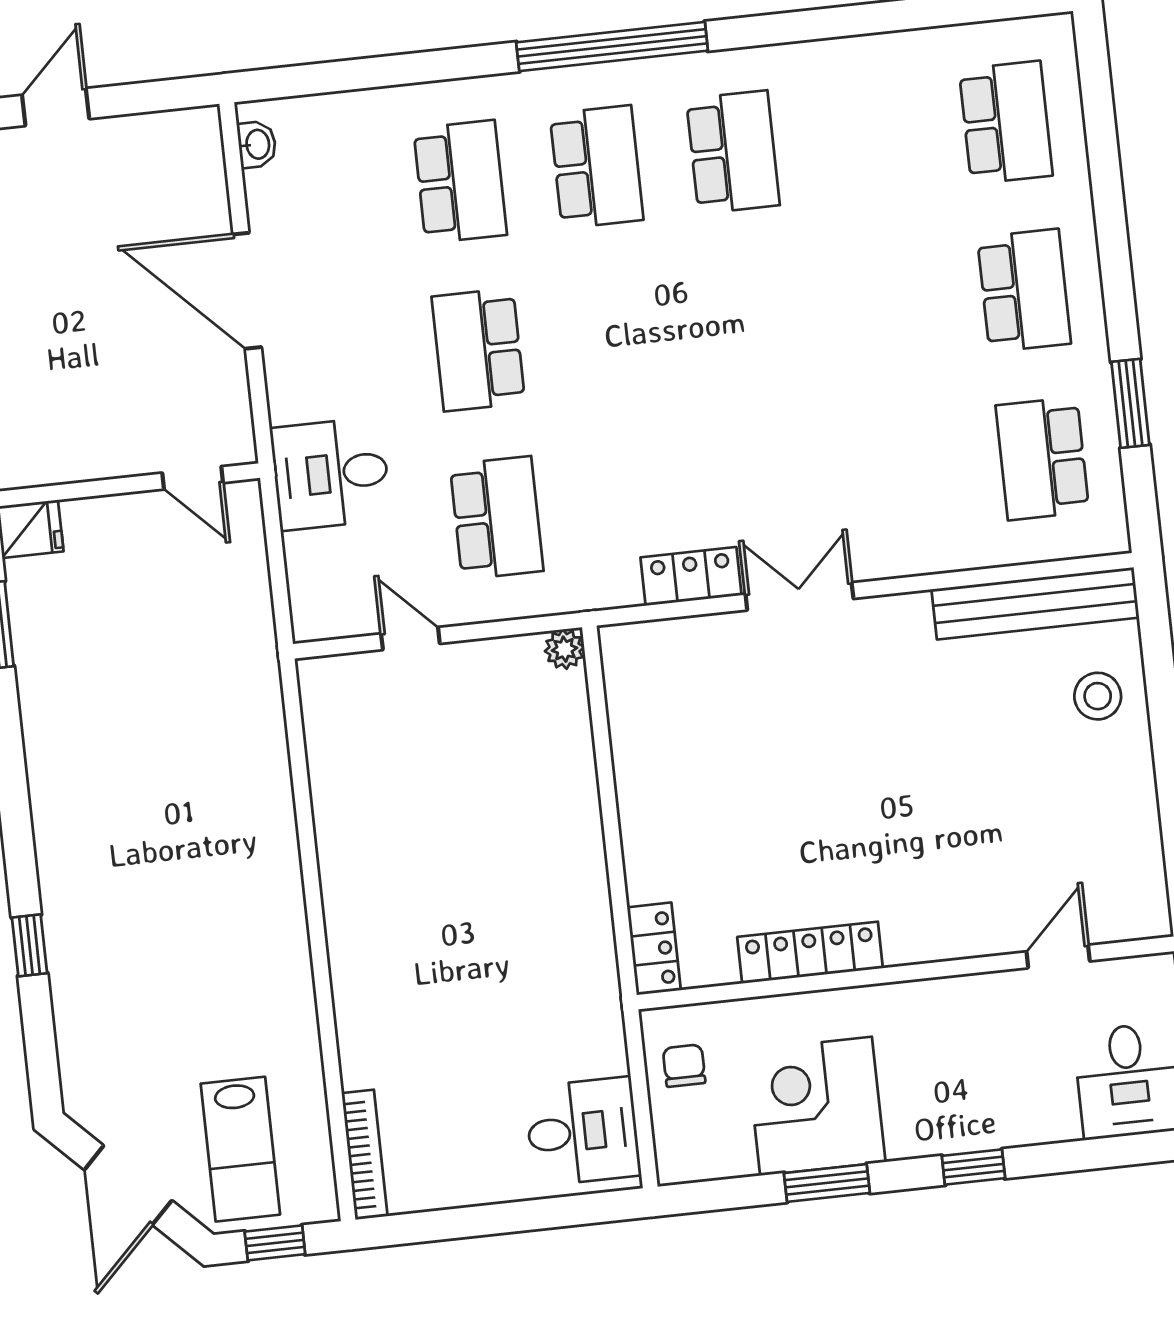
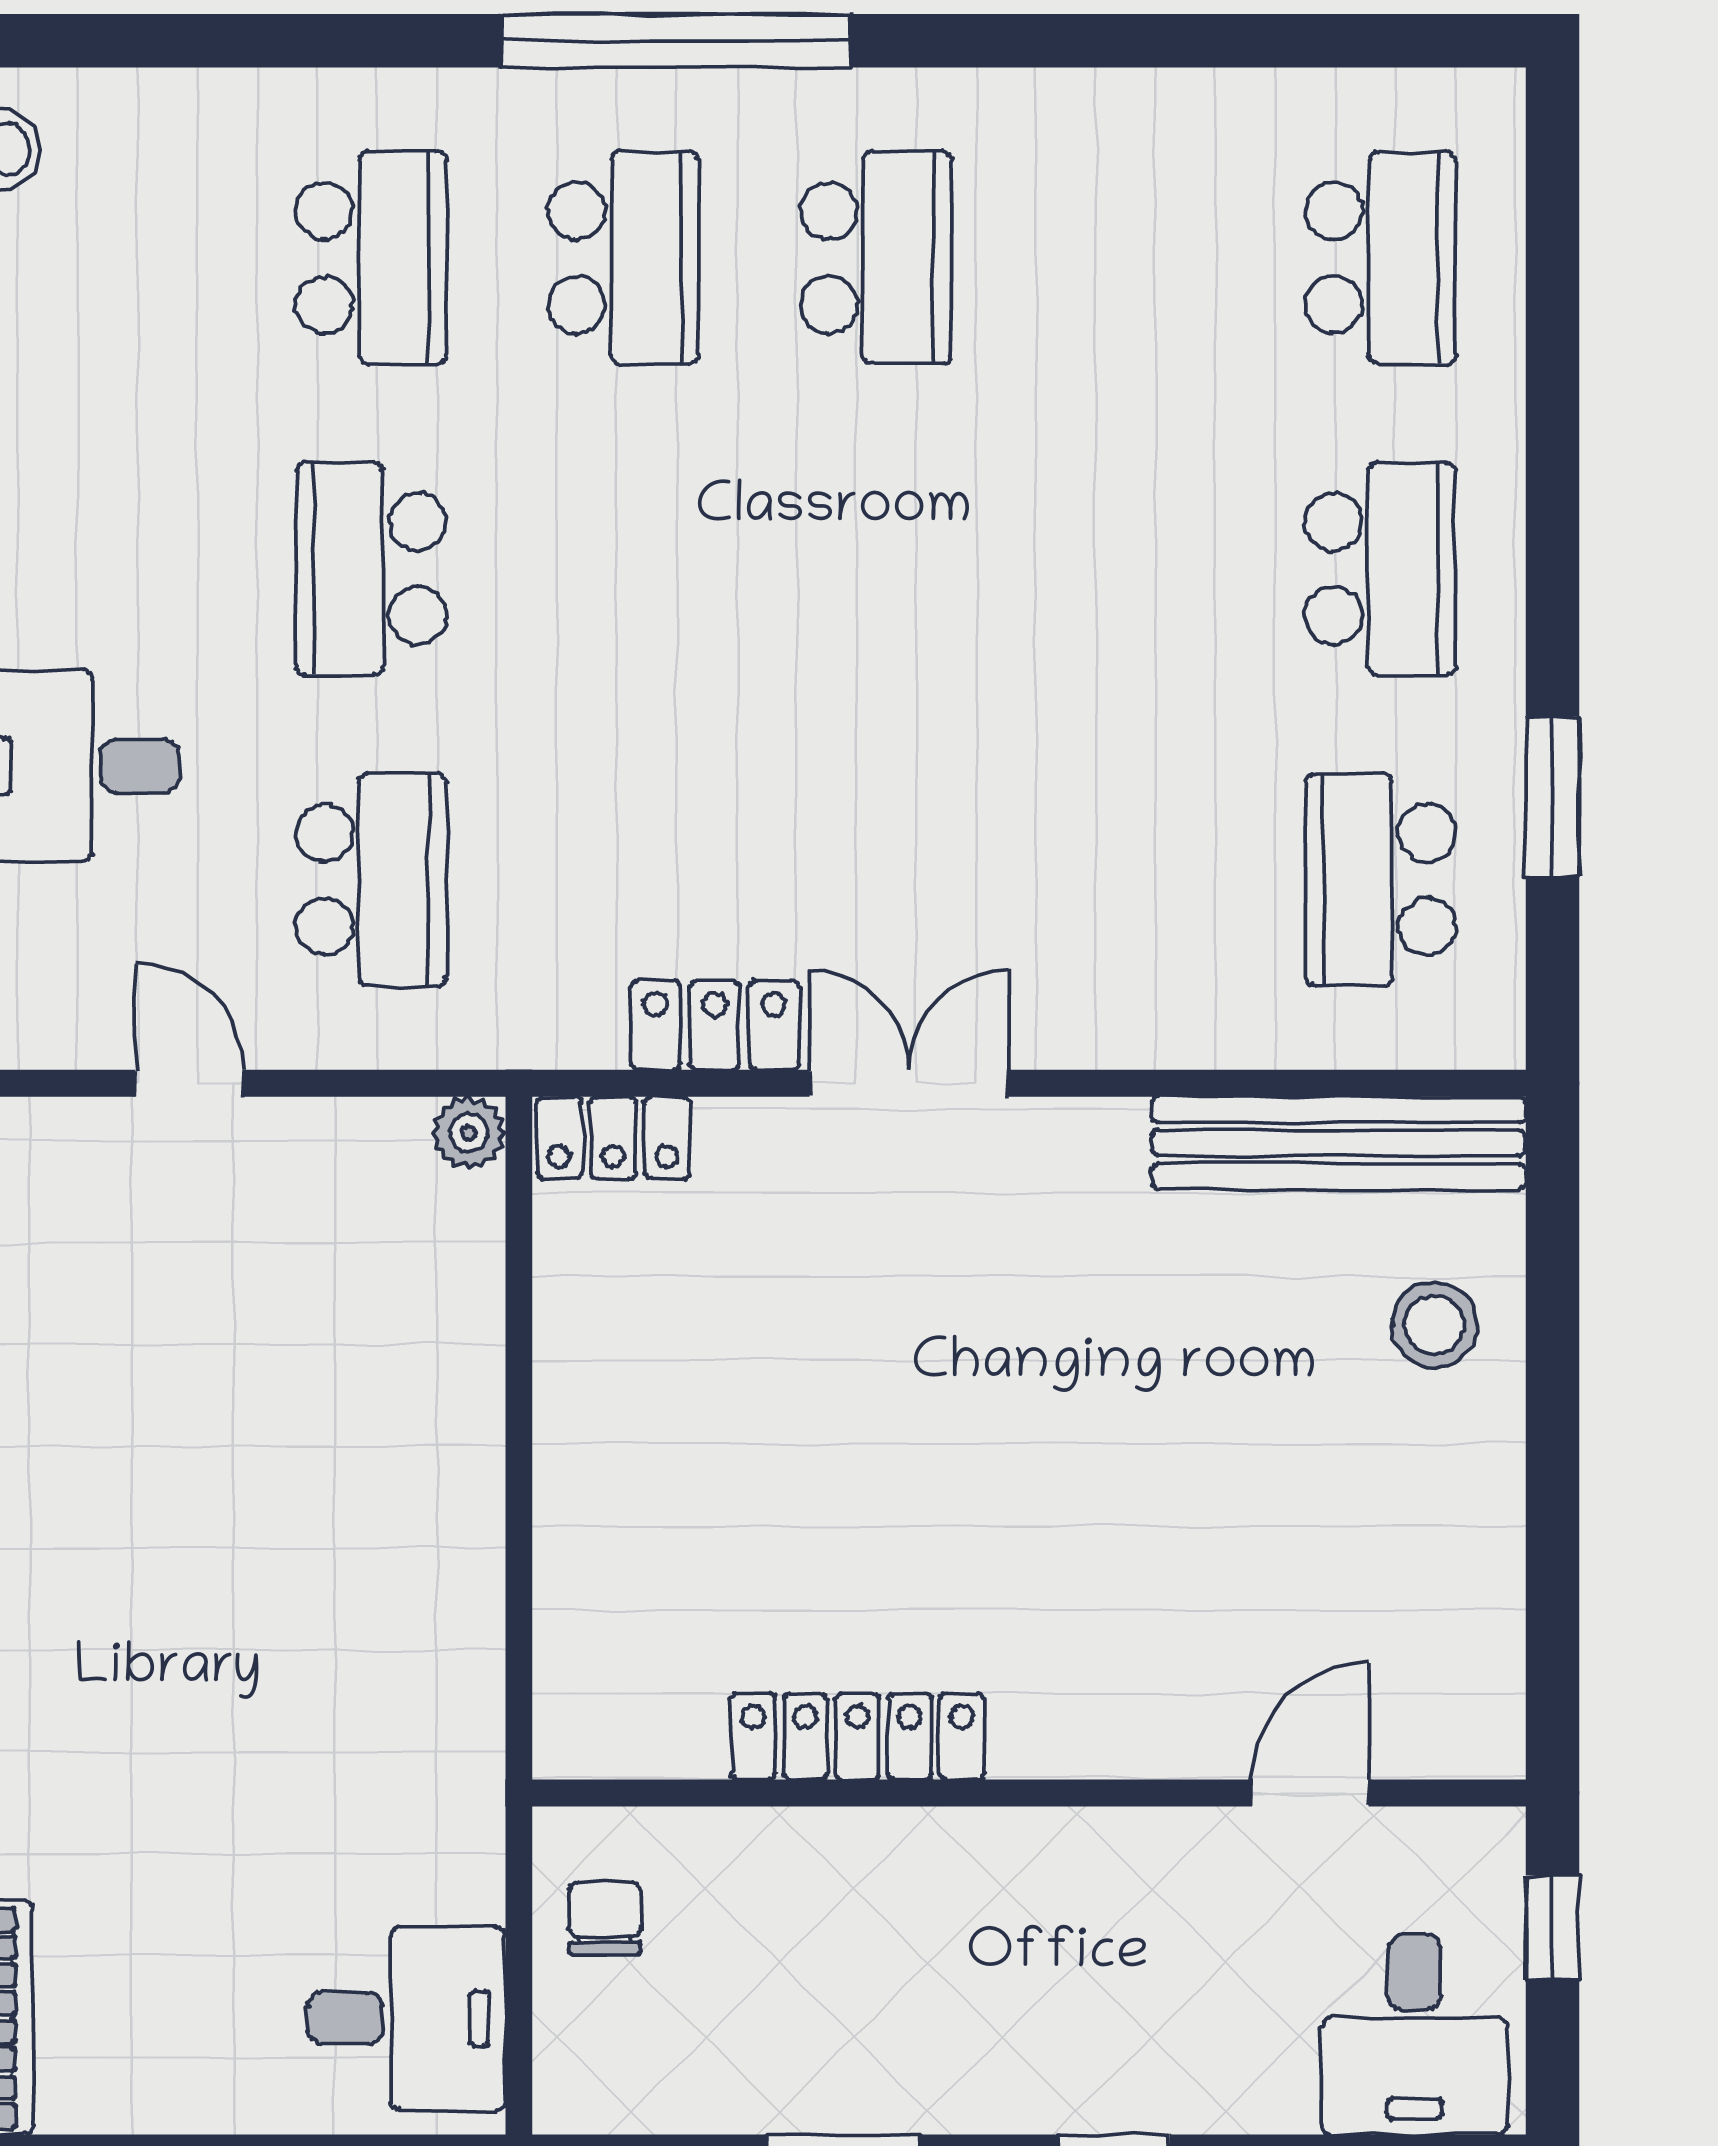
locker: (654, 949) -> (613, 1137), moved, turned 90
corner desk: (816, 1106) -> (838, 2018), removed

